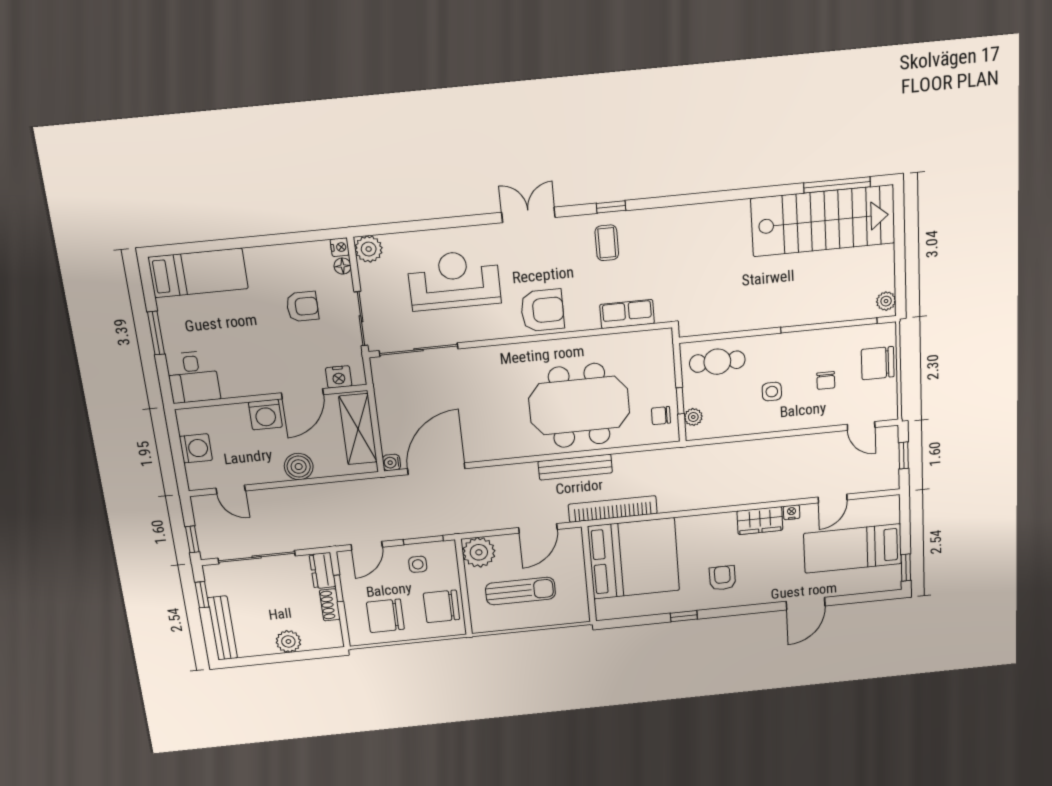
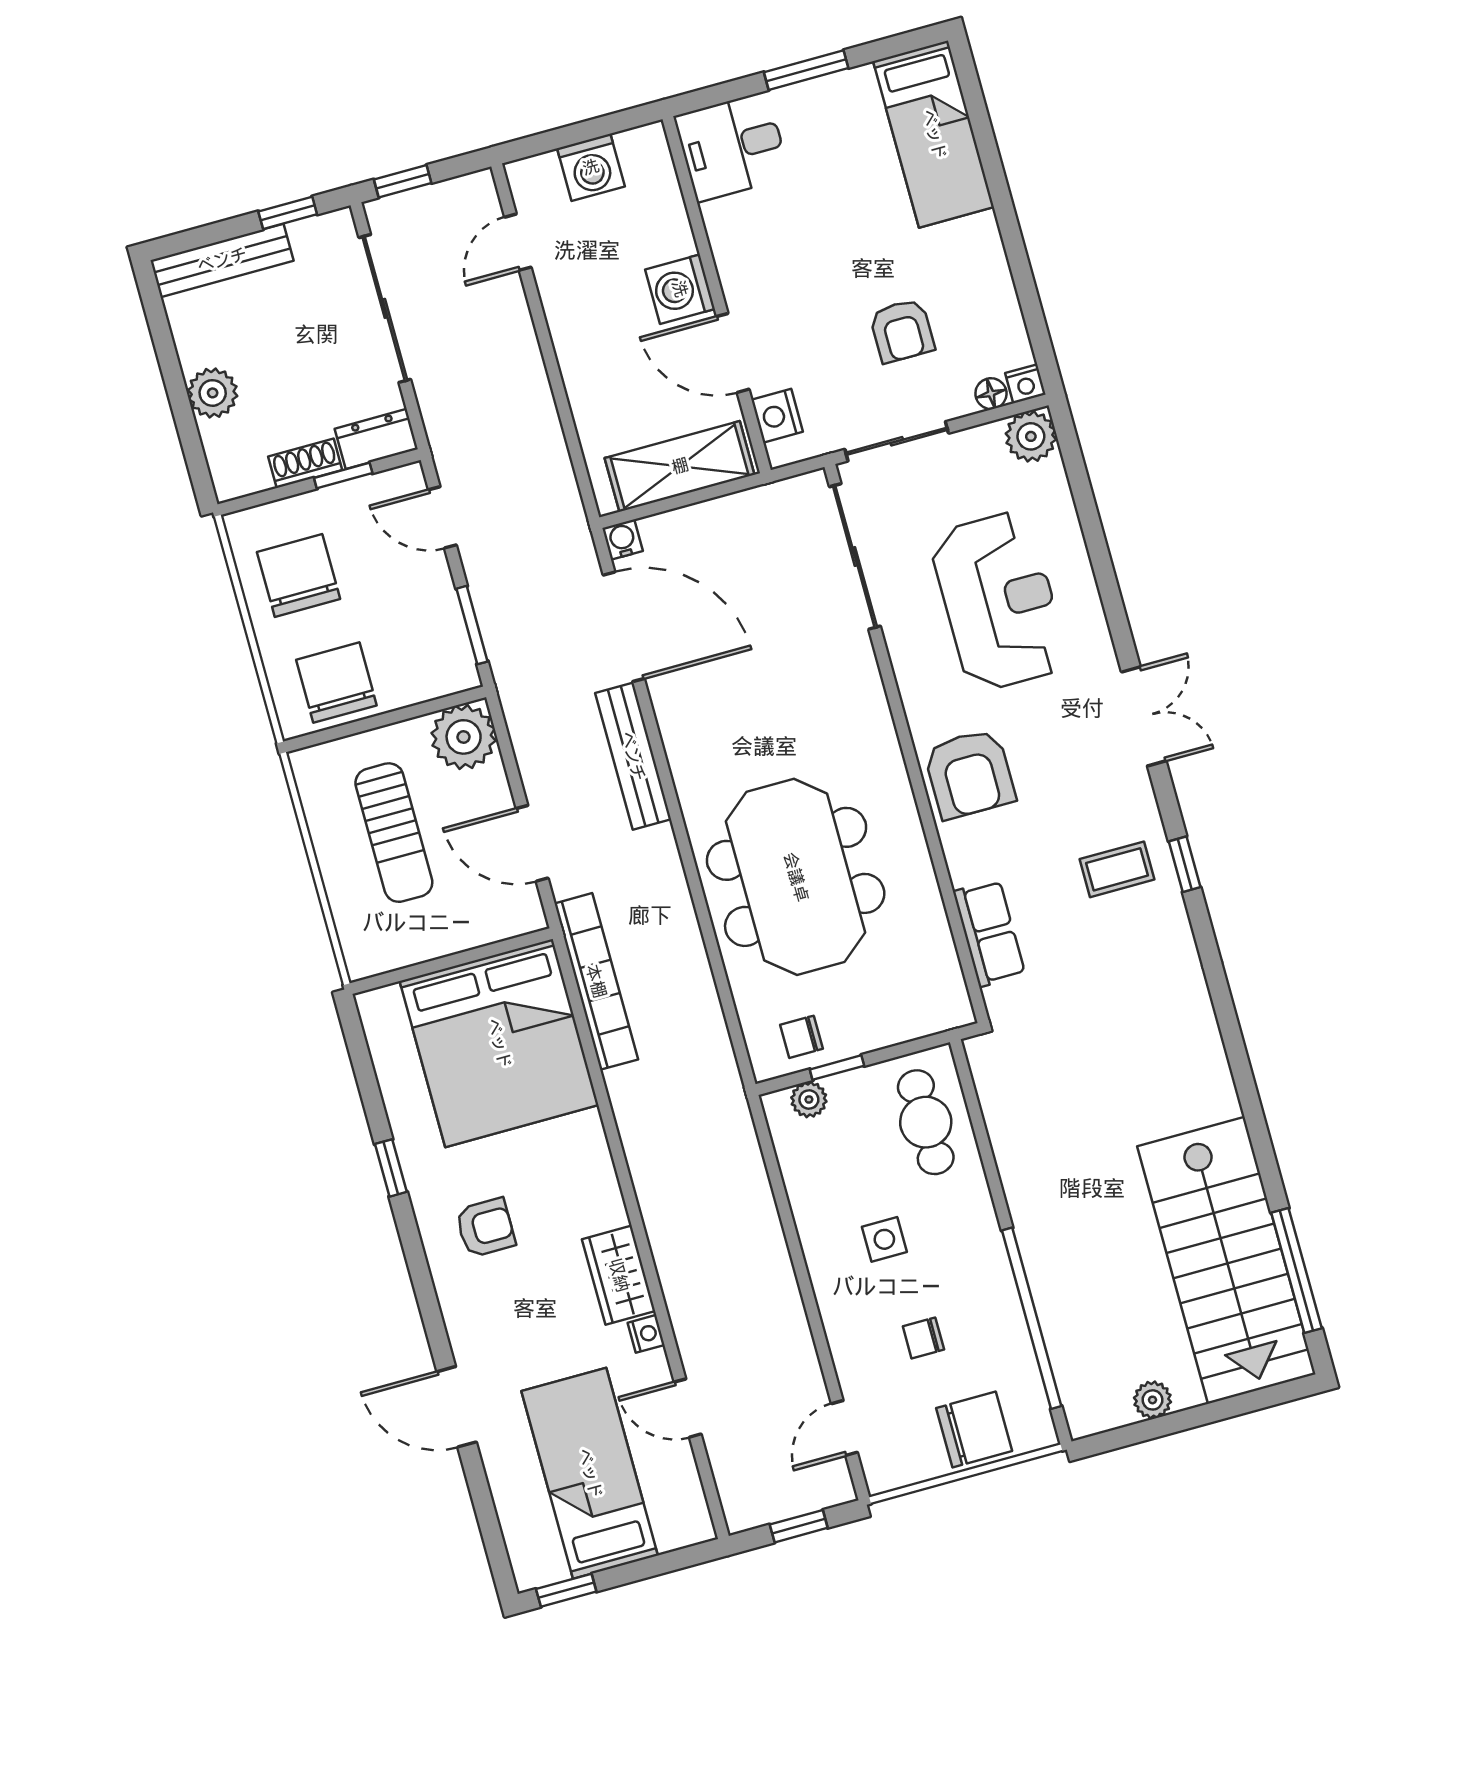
plant: (886, 301) -> (1153, 1400), moved
chair: (878, 363) -> (974, 1430), turned 90
chair: (661, 416) -> (801, 1037), turned -90
boiler: (299, 467) -> (586, 365), removed
bench: (575, 467) -> (633, 756), moved
side table: (418, 564) -> (419, 622), removed

